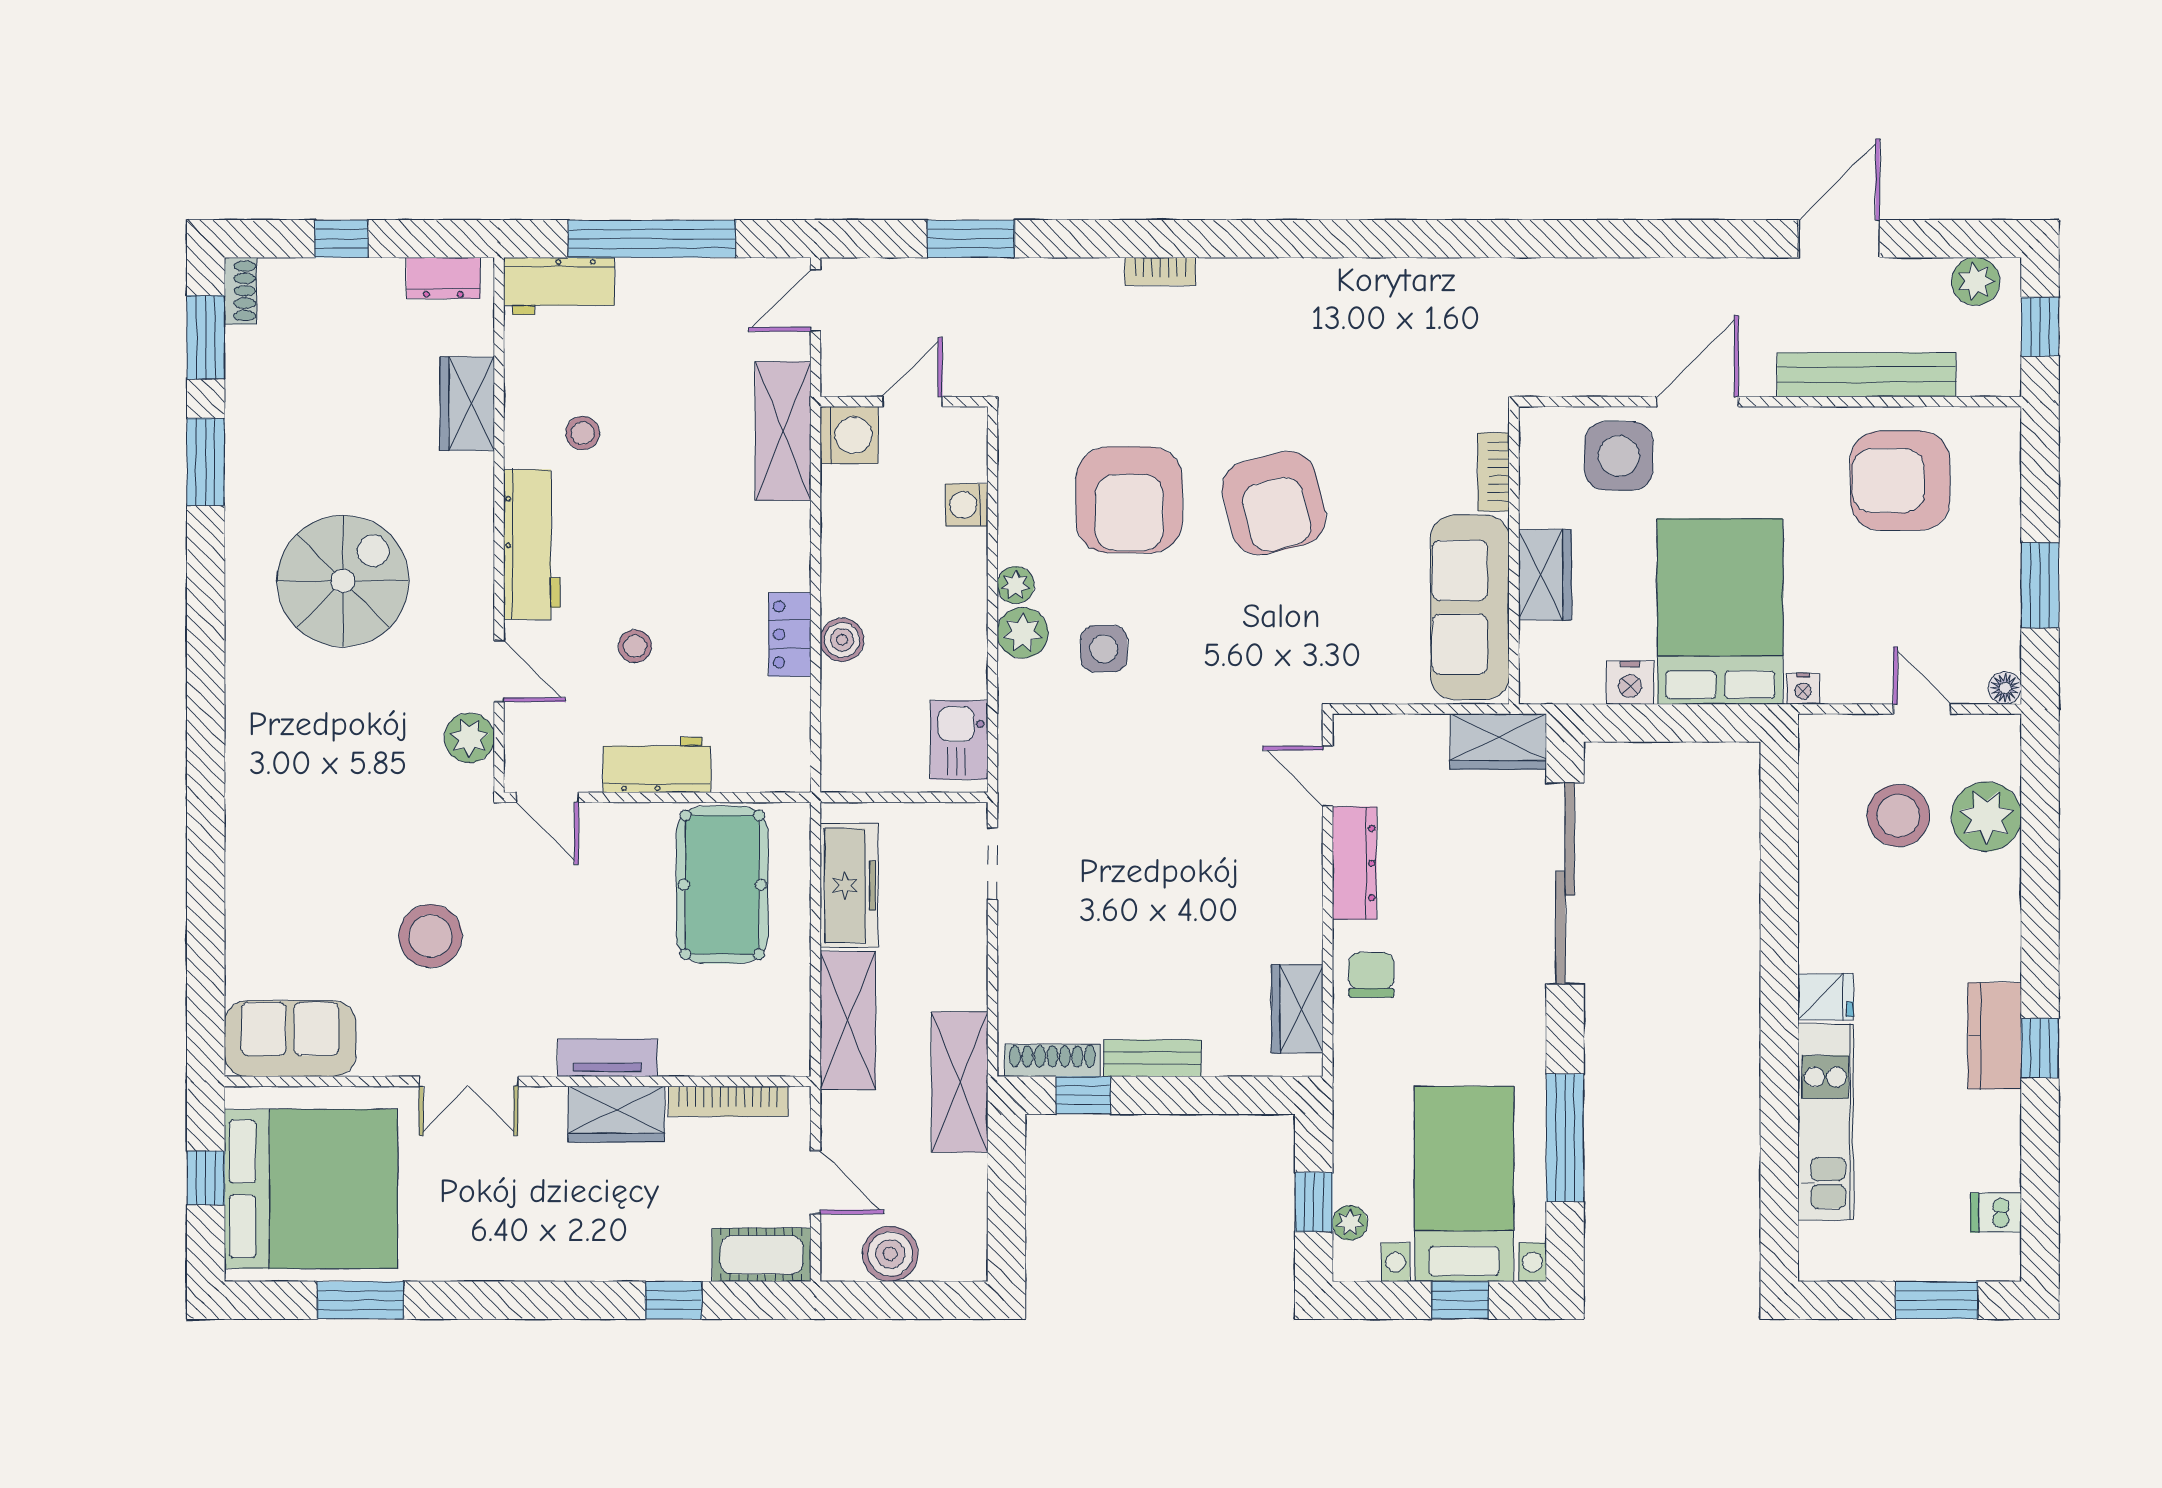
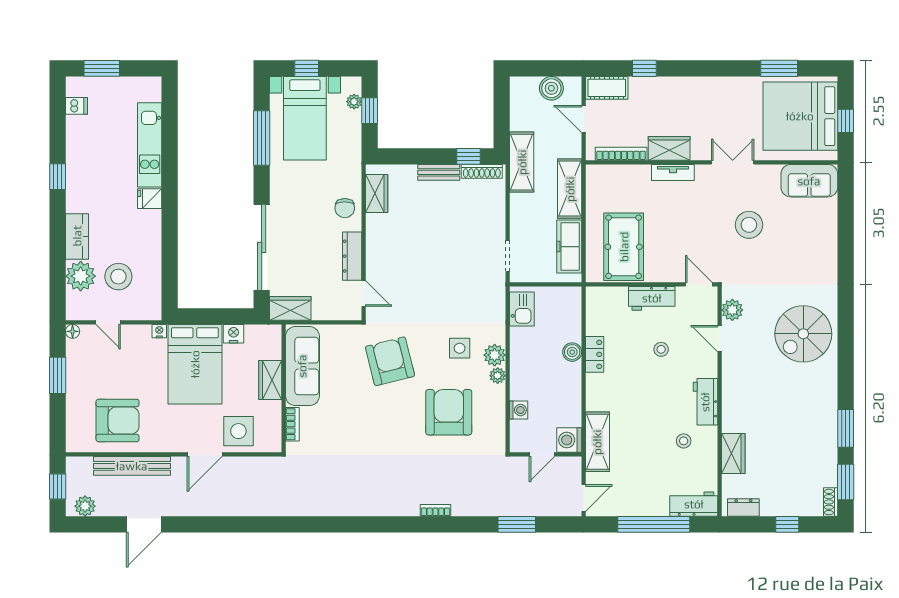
armchair: (1274, 503) -> (390, 361), moved
workbench: (532, 545) -> (705, 402), width x0.73
spiral stairs: (343, 581) -> (803, 334), moved
kitchen counter: (1995, 1036) -> (77, 236), moved

